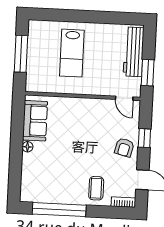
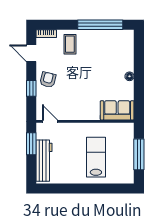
sofa: (35, 121) -> (117, 110), moved, turned 90

